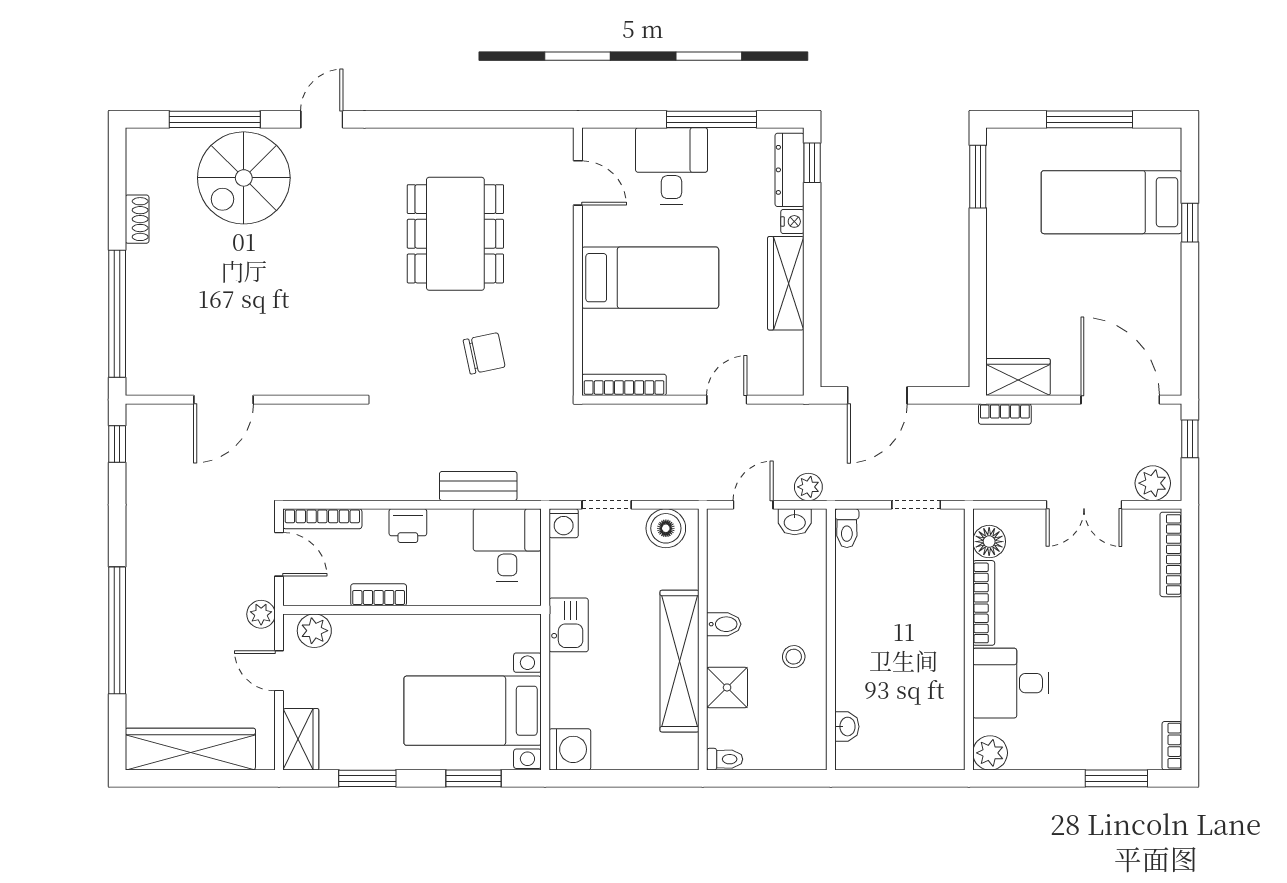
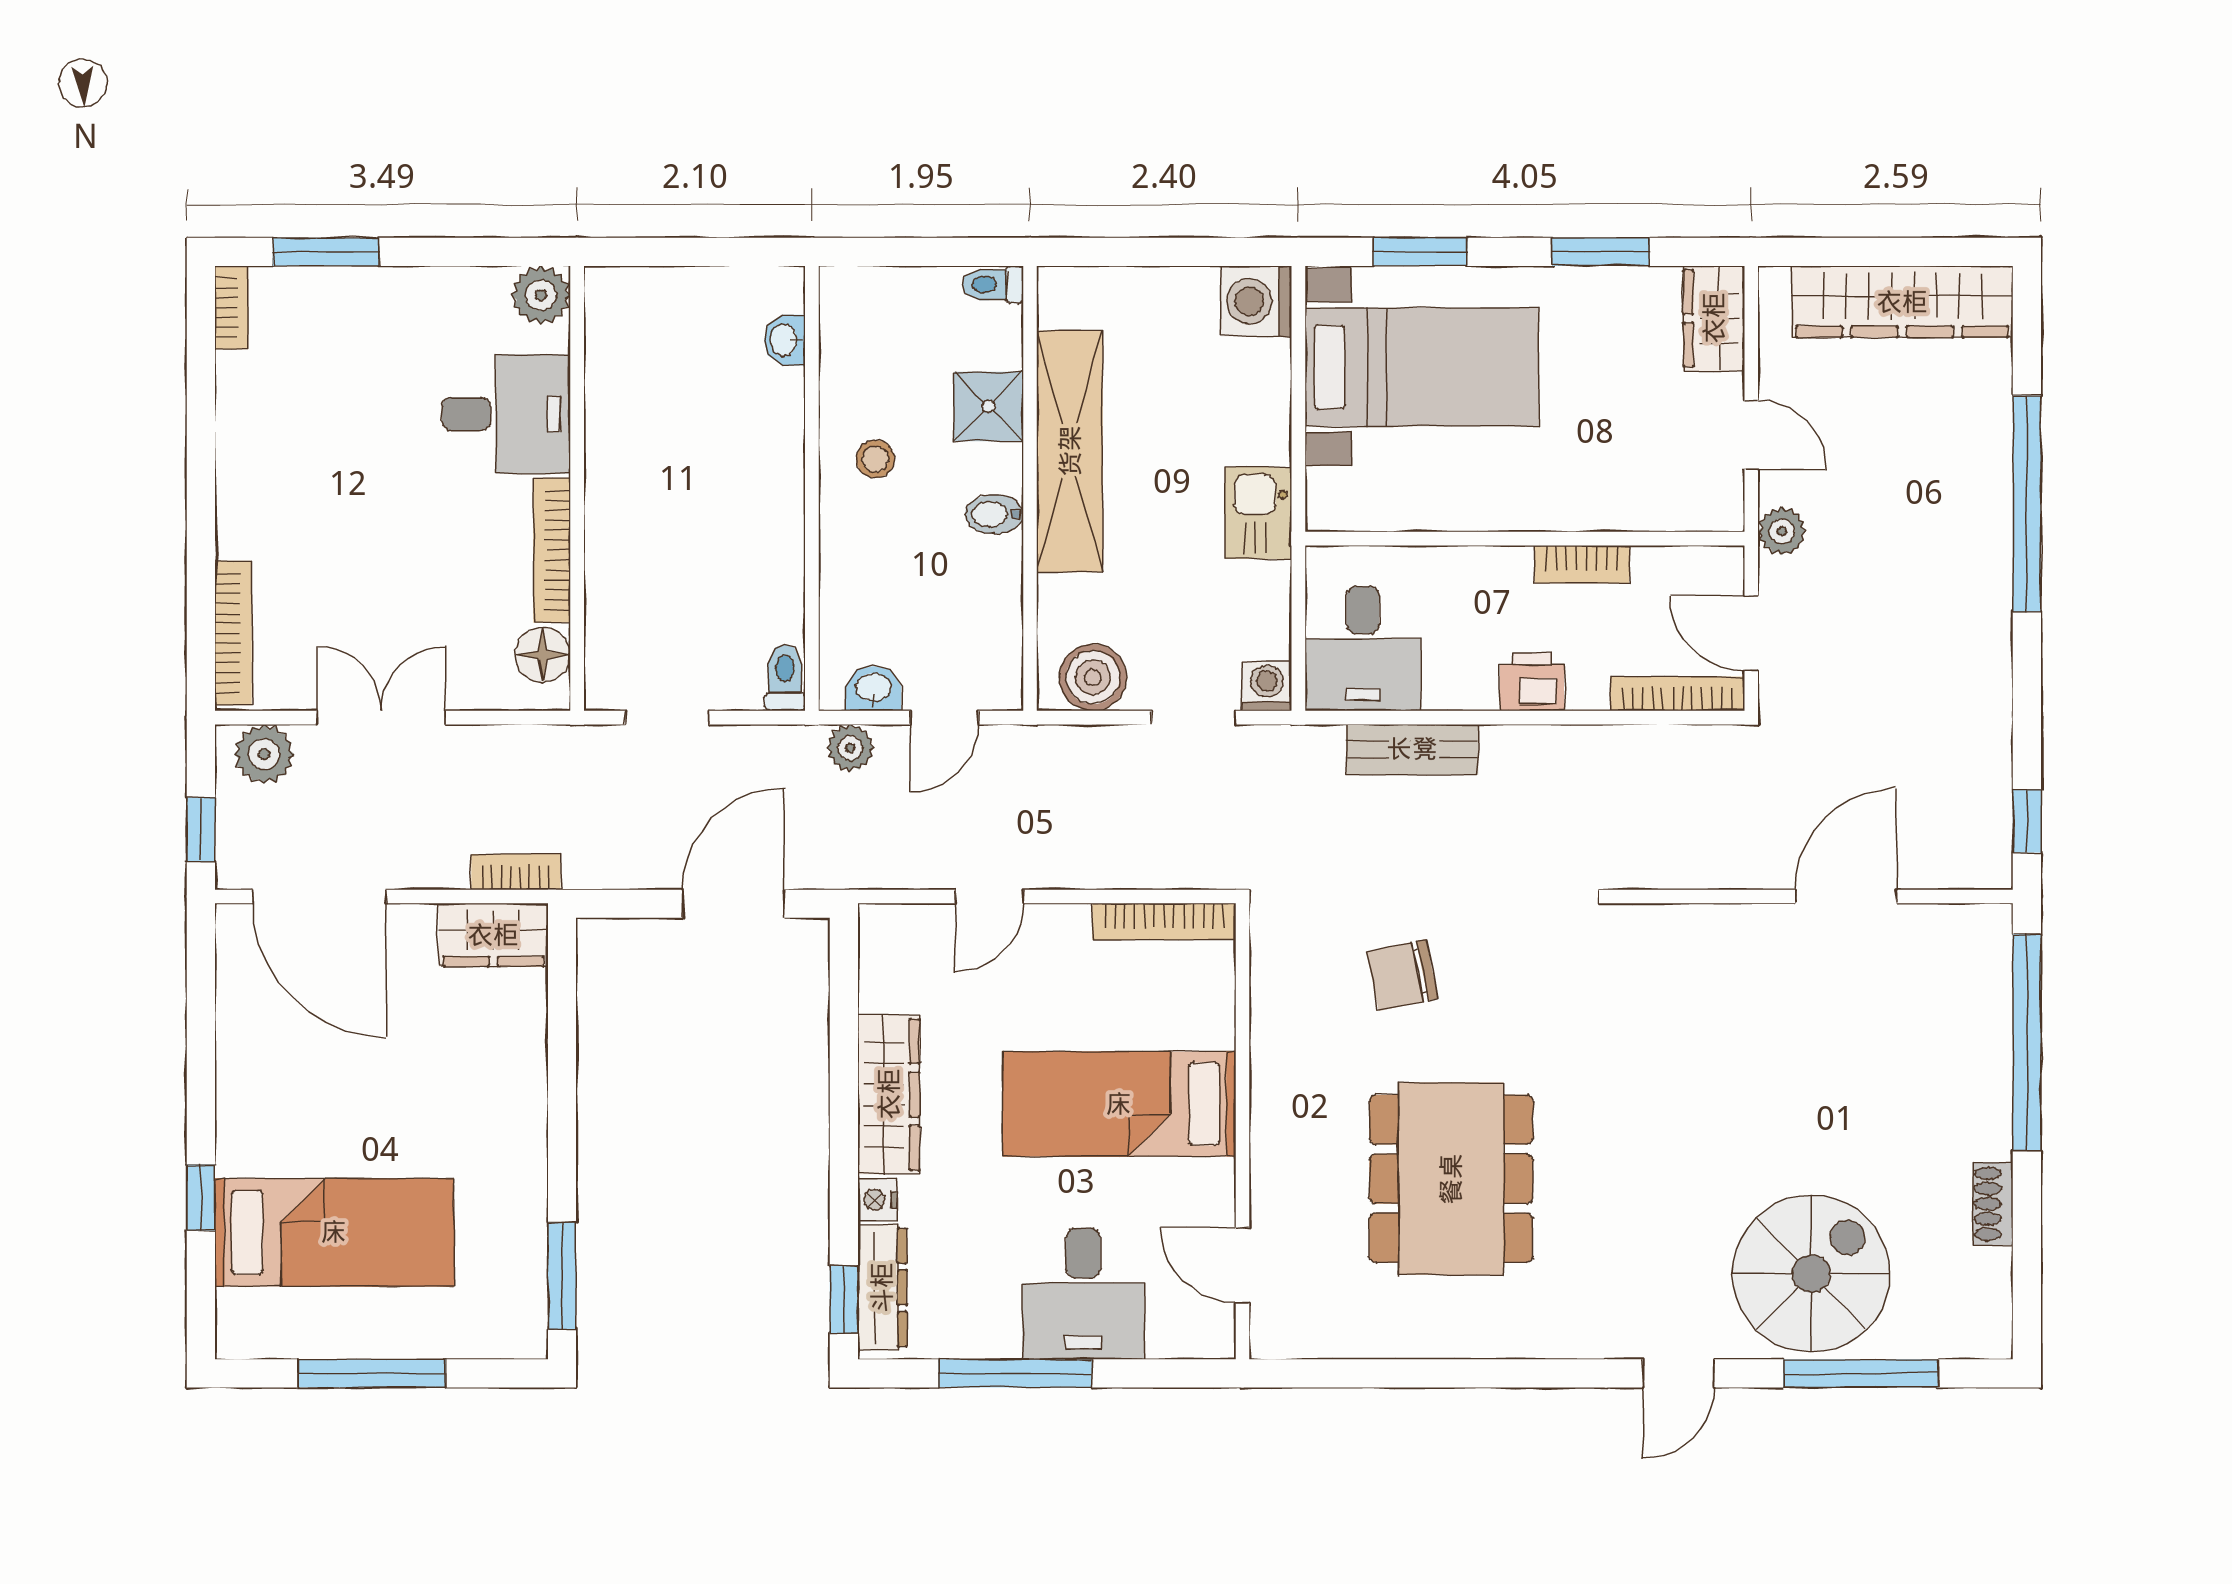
plant: (314, 631) -> (1691, 503), removed

